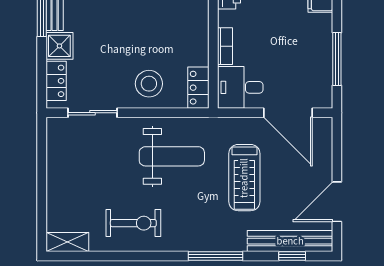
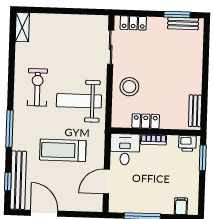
shower: (59, 46) -> (157, 26), removed
locker: (198, 88) -> (146, 121), moved
door: (288, 113) -> (106, 182), width x0.73
weight bench: (172, 156) -> (79, 101), turned 90
exercise bike: (133, 223) -> (37, 87), moved, turned 180

